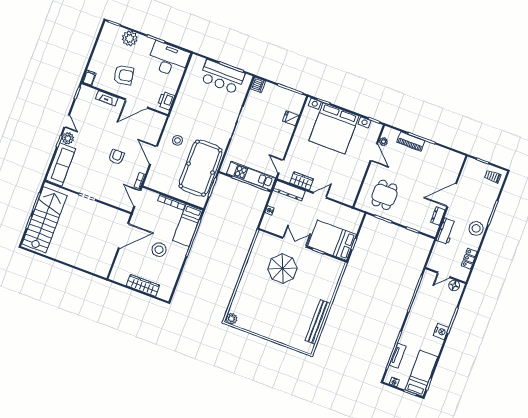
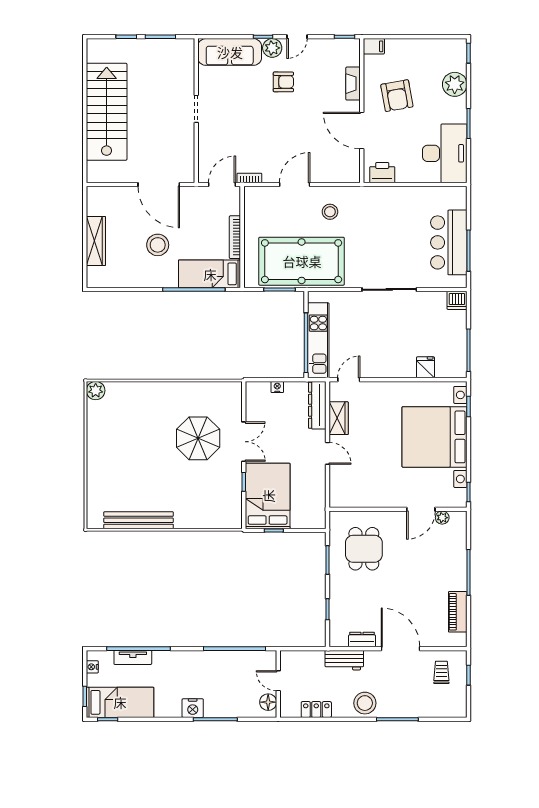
piano: (411, 141) -> (458, 612), moved
armchair: (116, 157) -> (283, 82), moved
trolley: (493, 177) -> (441, 672), moved
dining table: (384, 195) -> (364, 549), turned 90
stairs: (45, 220) -> (107, 112), moved, turned -90

